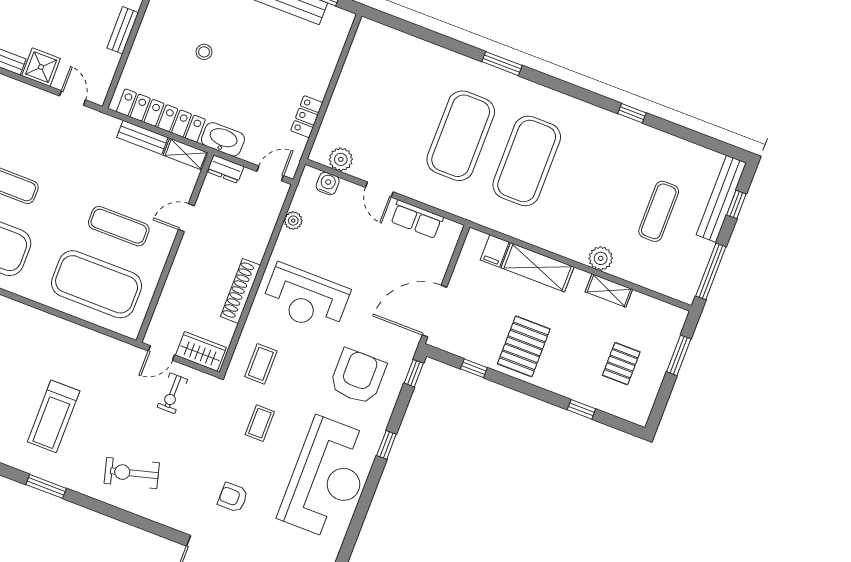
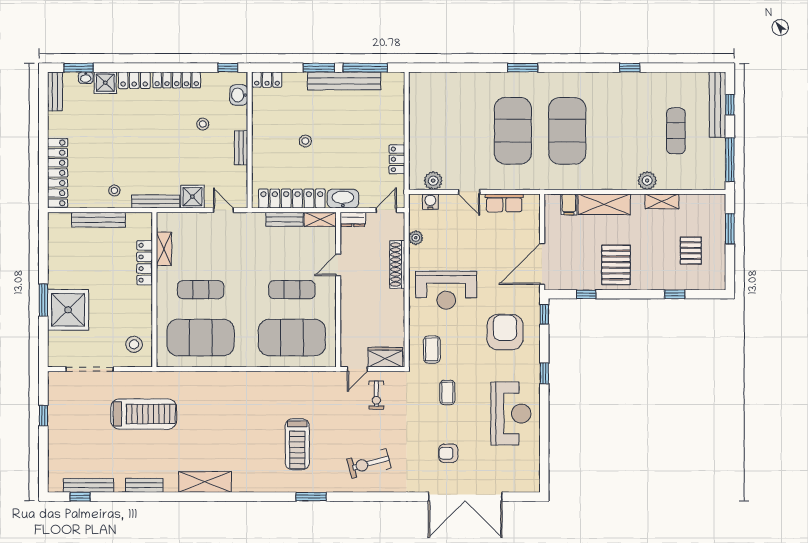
shoe rack: (241, 291) -> (397, 265), moved
reception desk: (327, 478) -> (511, 414), width x0.74, depth x0.77

